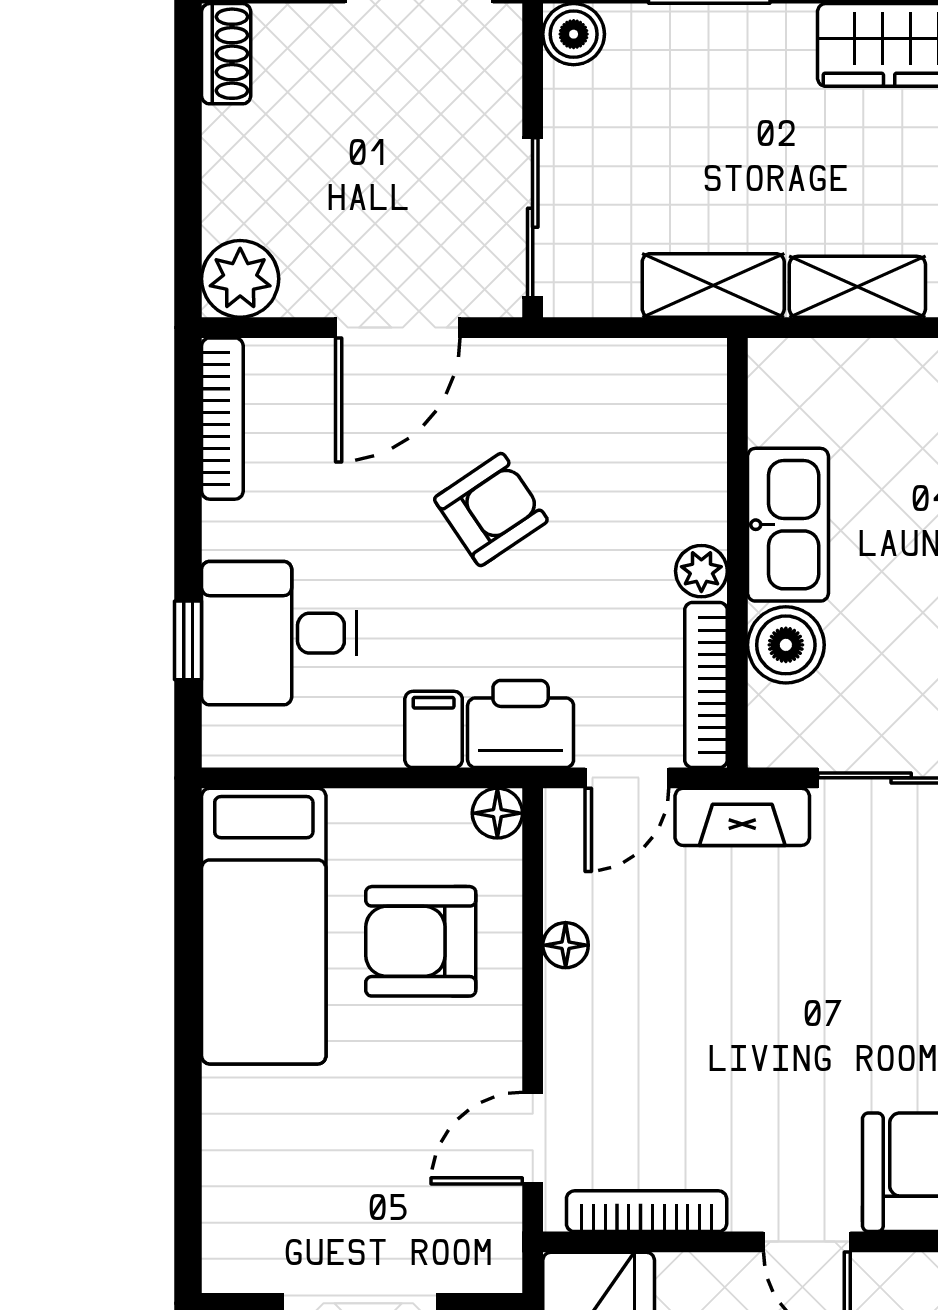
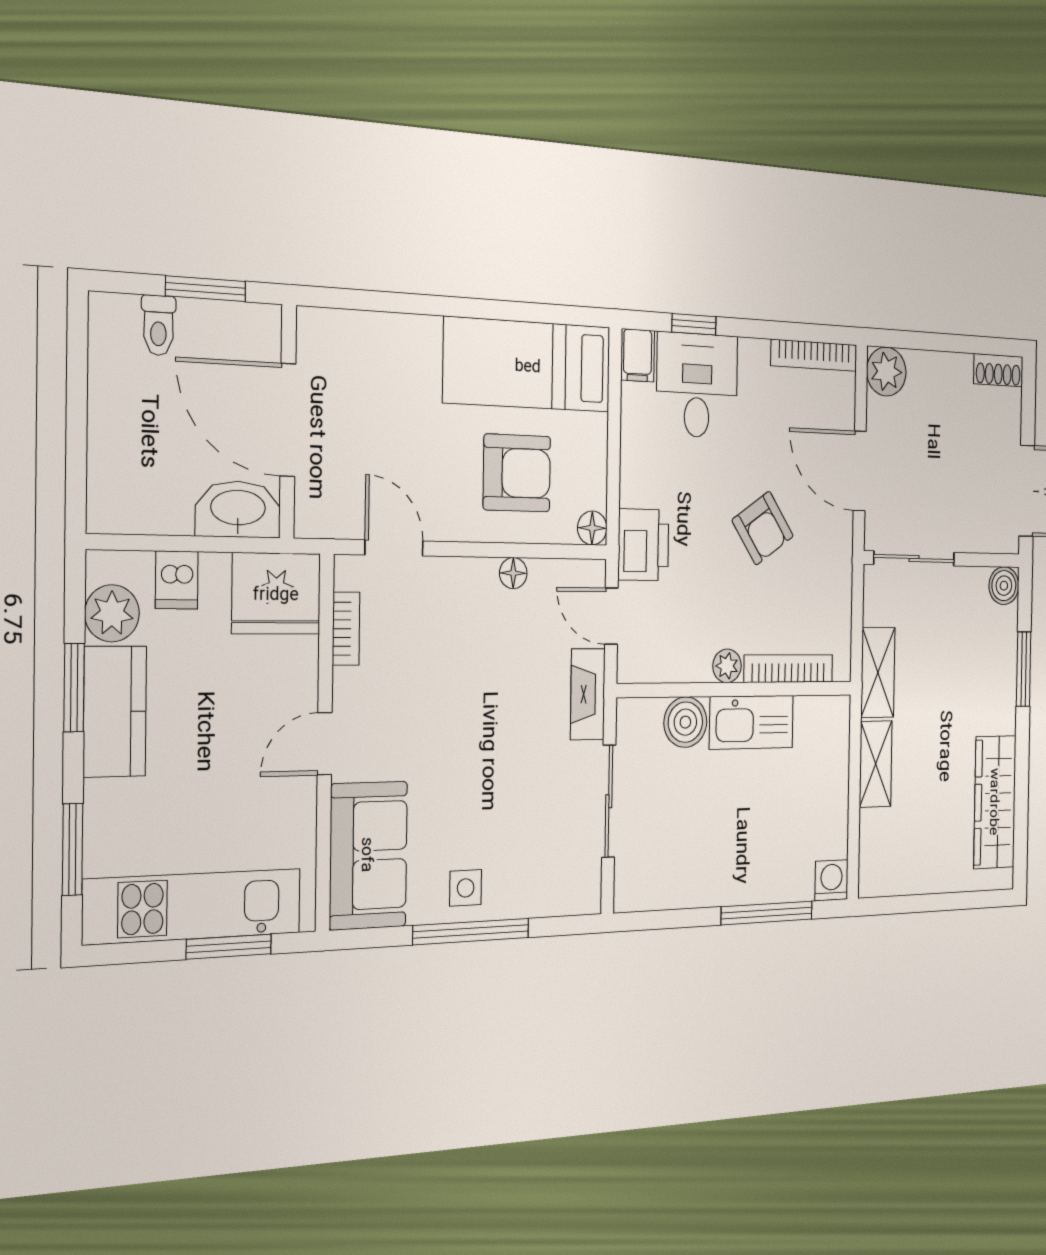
bookcase: (706, 685) -> (788, 668), moved
filing cabinet: (434, 729) -> (638, 355), moved, turned 90
armchair: (421, 941) -> (517, 473), turned 90
bookcase: (647, 1211) -> (346, 629), width x0.64

